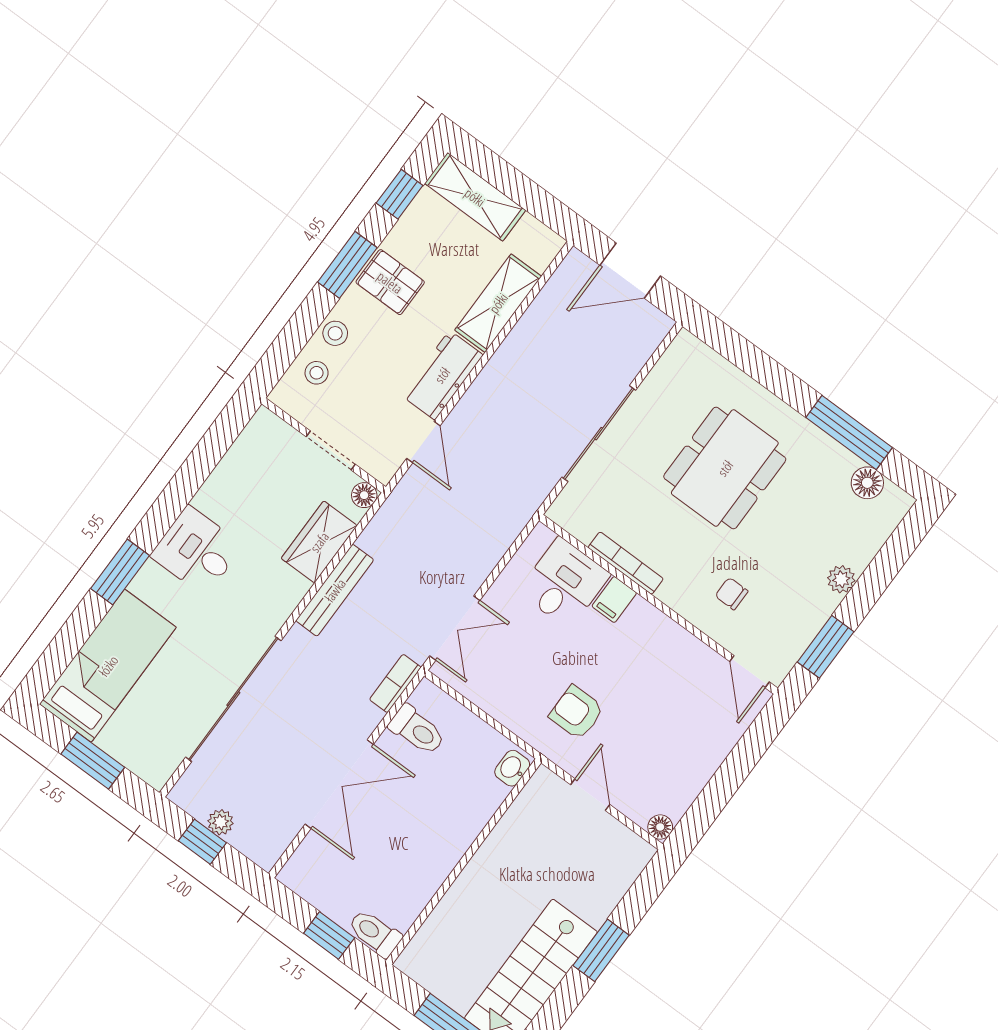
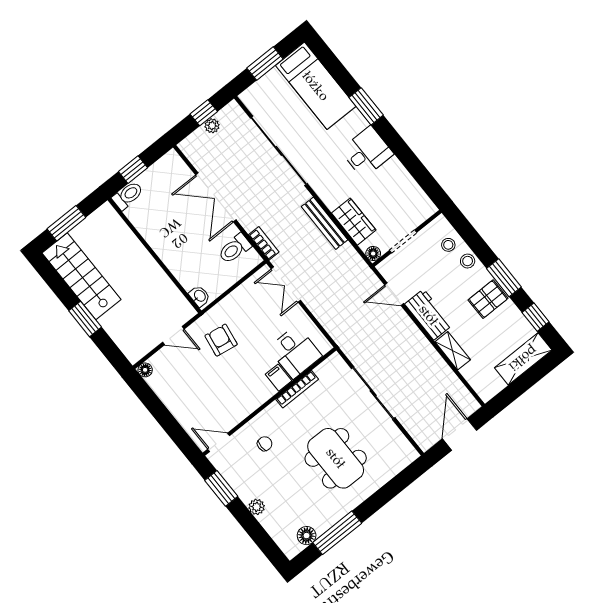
shelving: (498, 303) -> (453, 351), width x0.67, depth x0.75
armchair: (577, 713) -> (221, 340), turned -81

